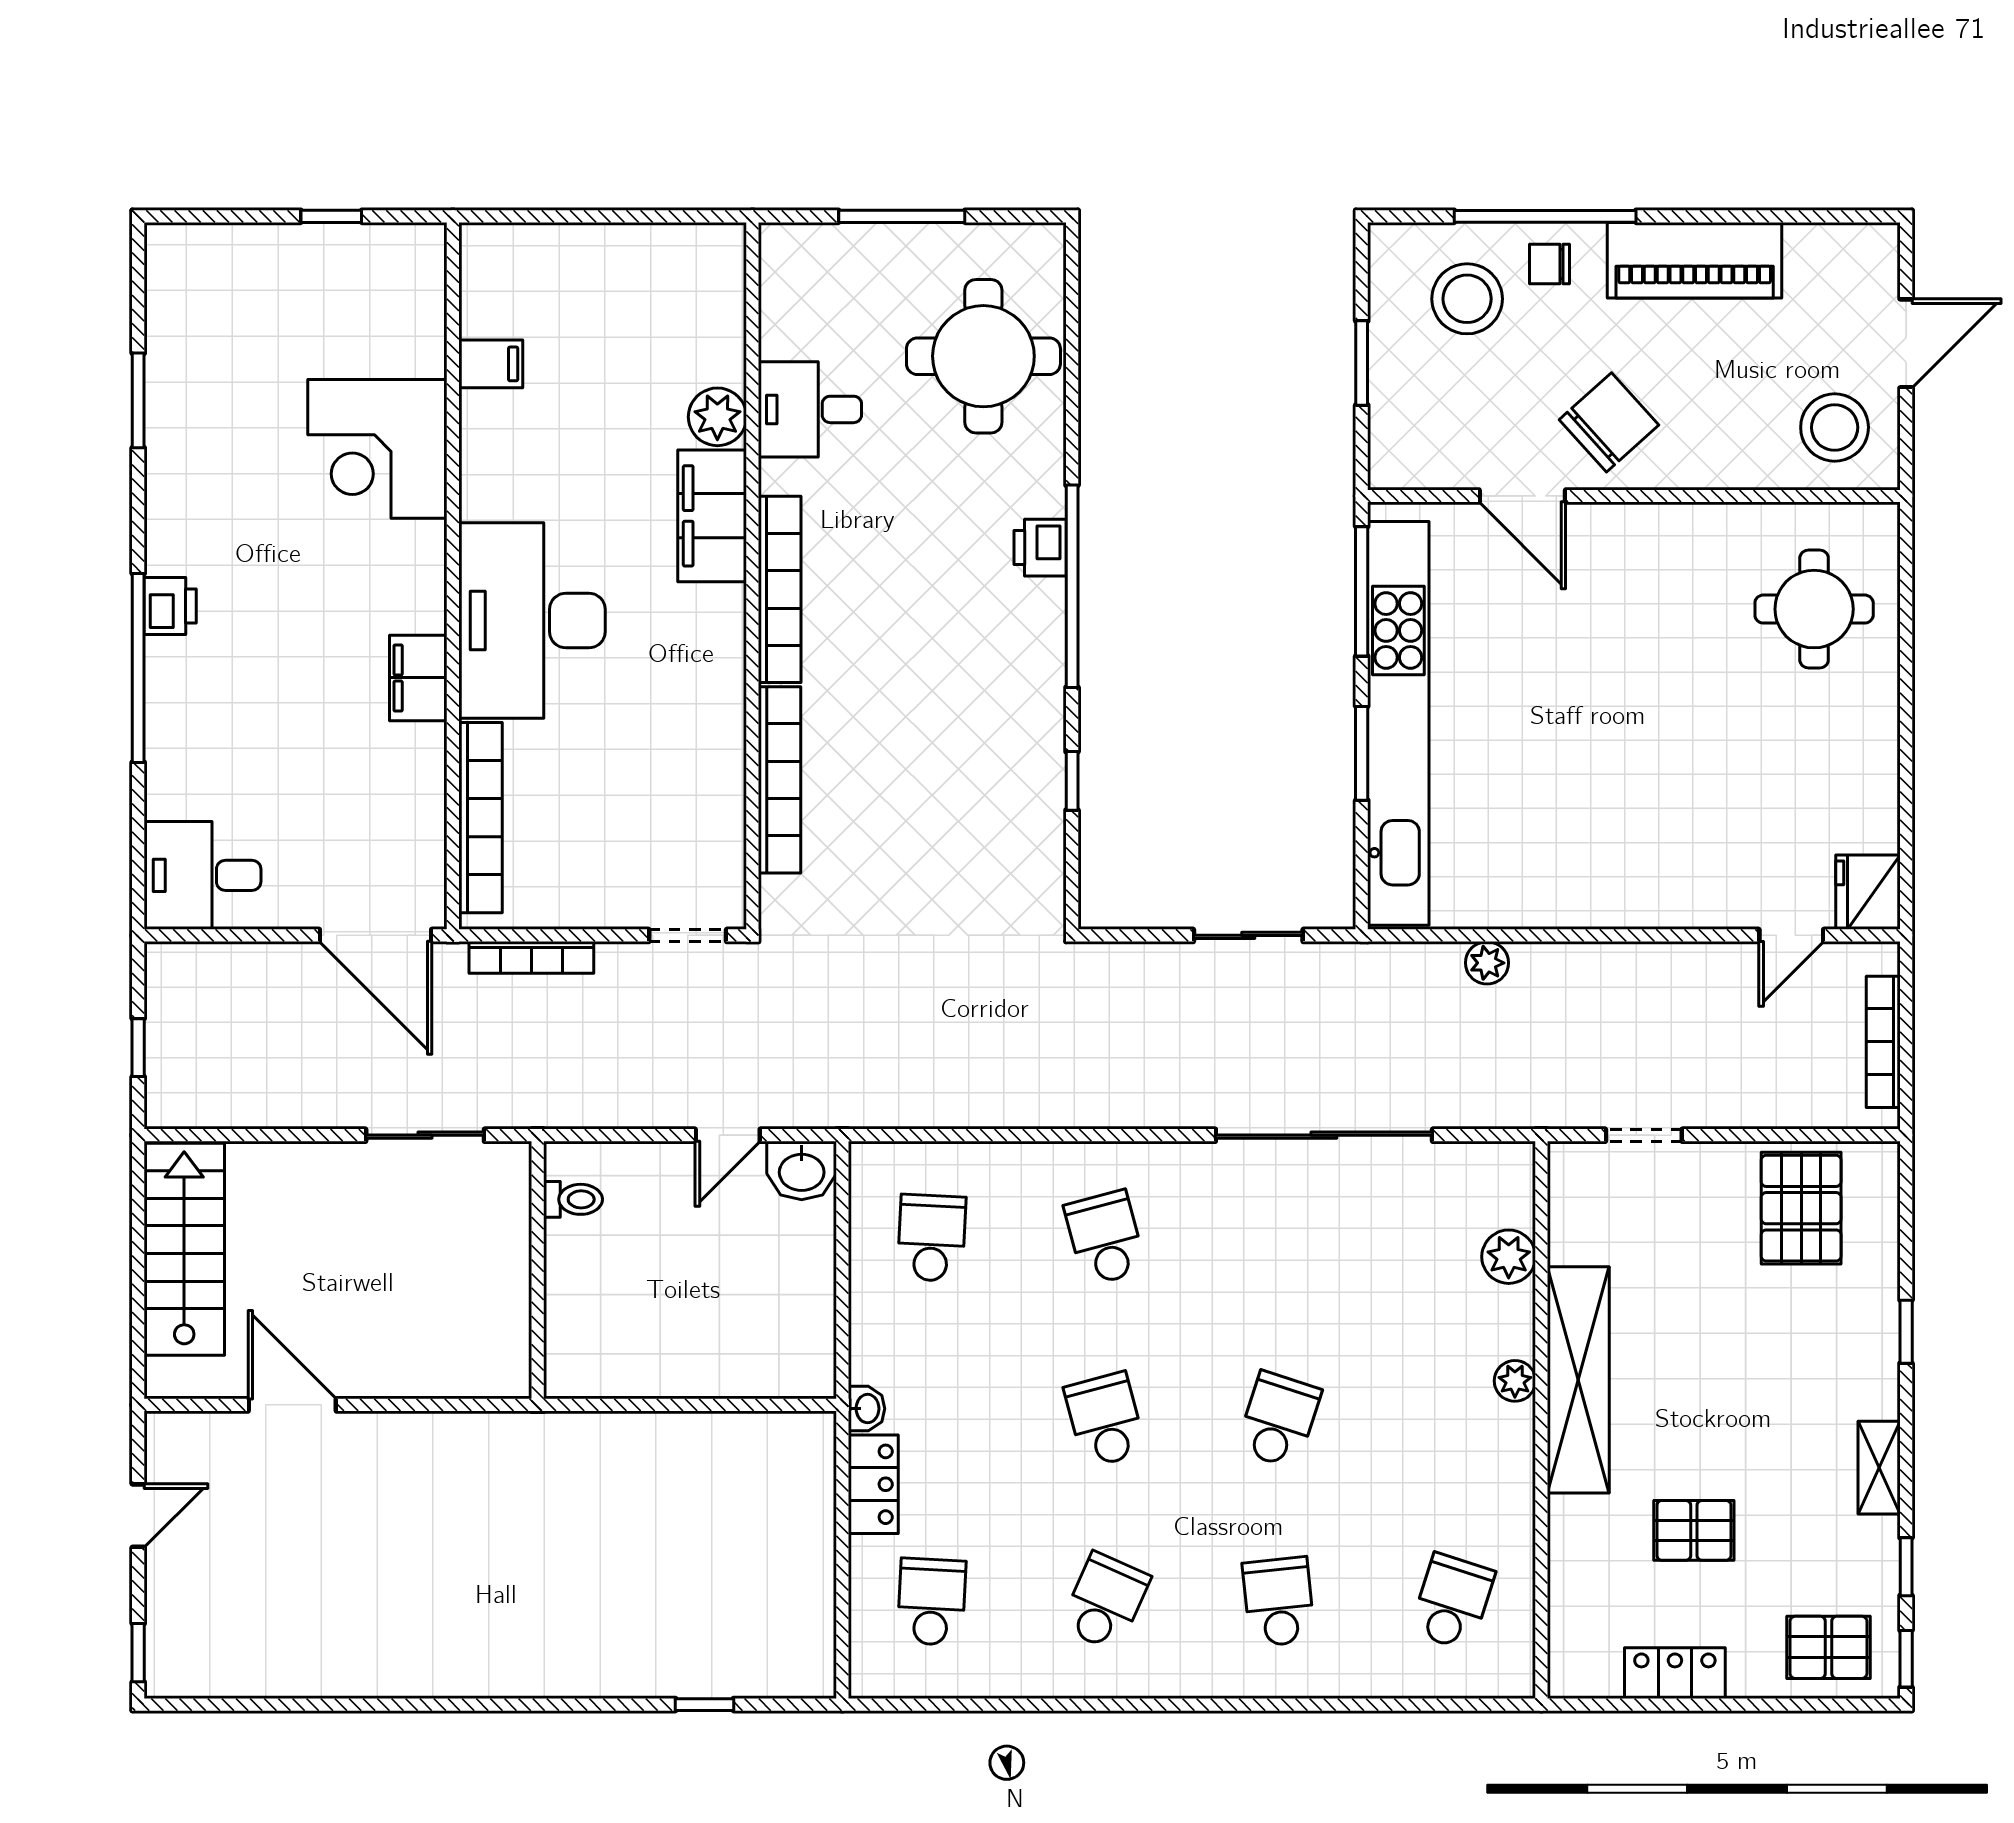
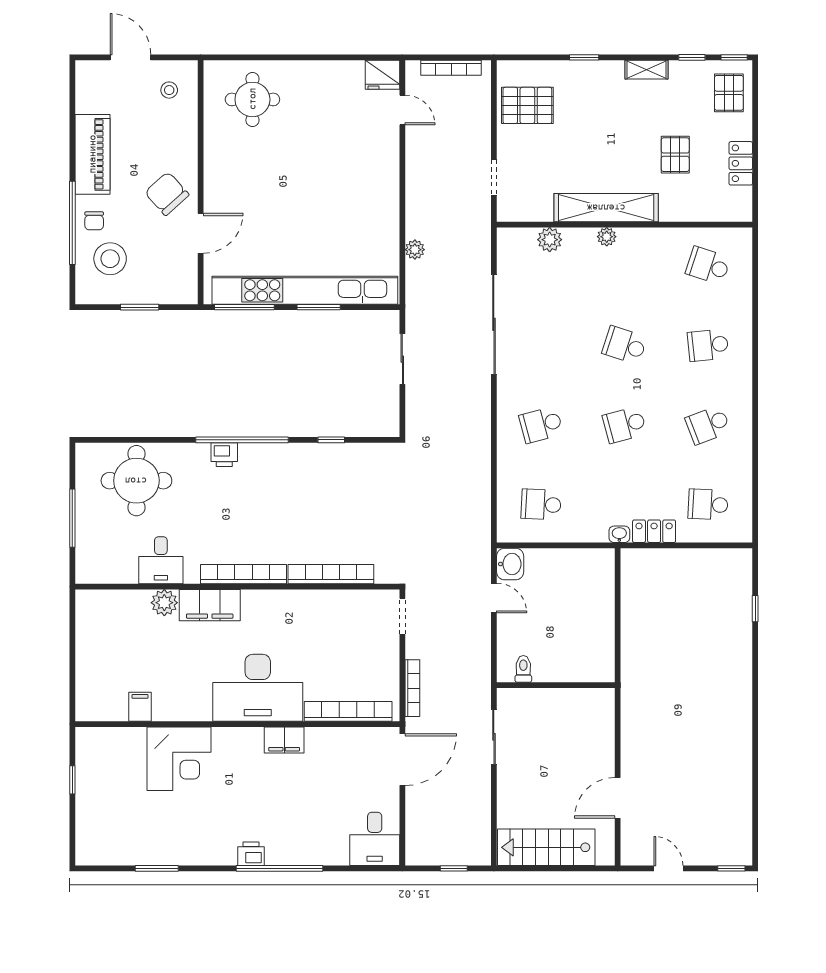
stool: (1835, 427) -> (169, 90), width x0.53, depth x0.53
school desk: (1105, 1602) -> (708, 425), turned -45

